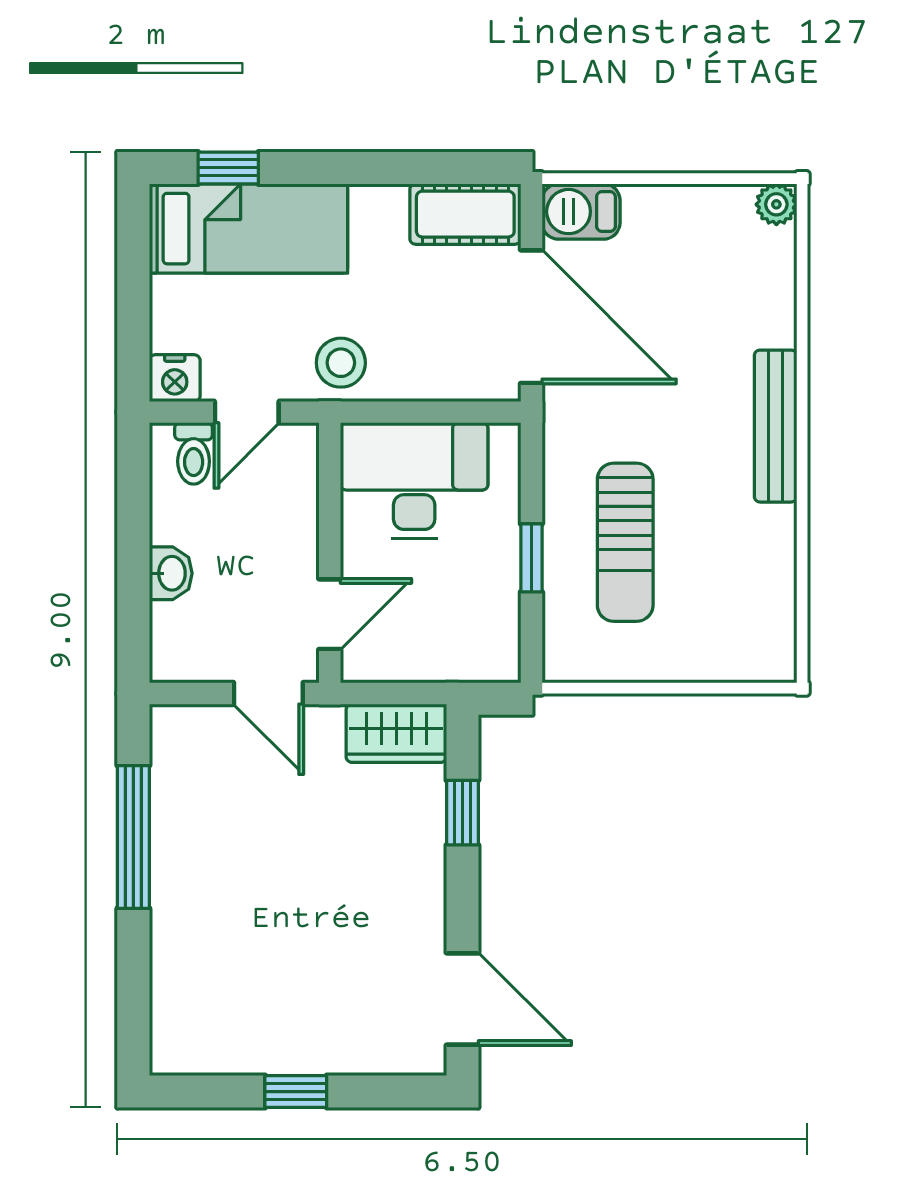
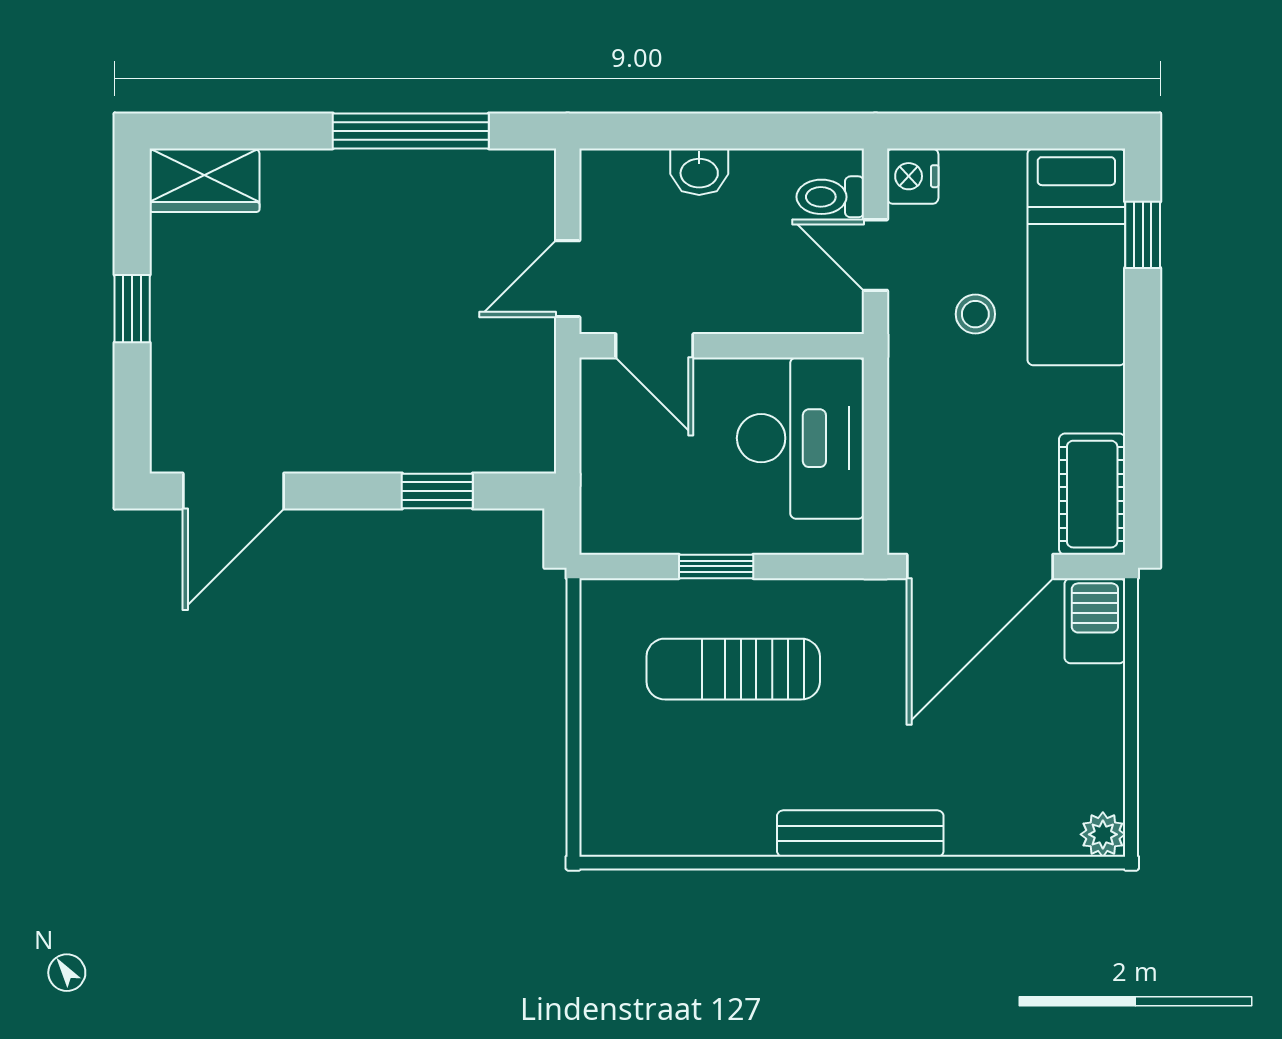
stool: (341, 363) -> (975, 314), moved, width x0.73, depth x0.73
wardrobe: (396, 733) -> (205, 180), moved, turned -90

